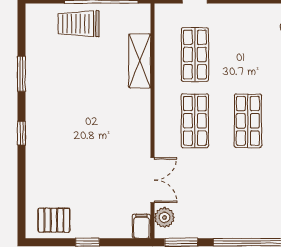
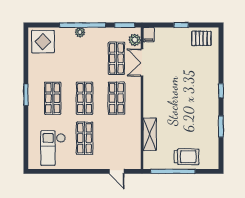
shop shelf: (195, 55) -> (85, 138), moved
shop shelf: (195, 187) -> (116, 58), added
plant: (255, 230) -> (80, 32), added

